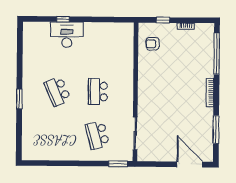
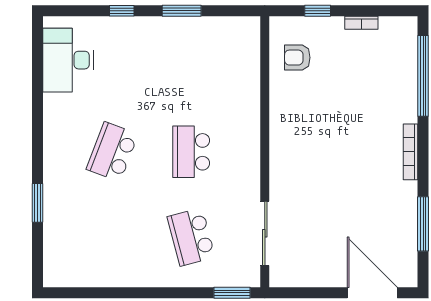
window: (94, 19) -> (182, 11), added
desk: (67, 35) -> (68, 60), moved, turned -90
school desk: (58, 91) -> (112, 152), turned 45
window: (19, 99) -> (38, 203), moved

